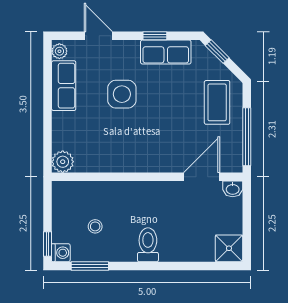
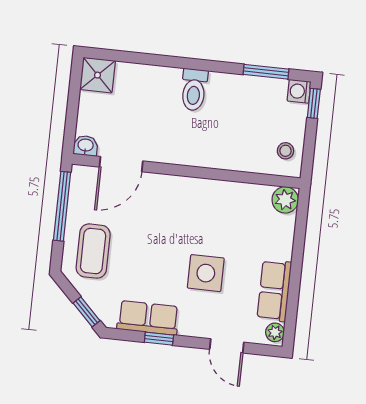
stool: (95, 226) -> (285, 151), moved

